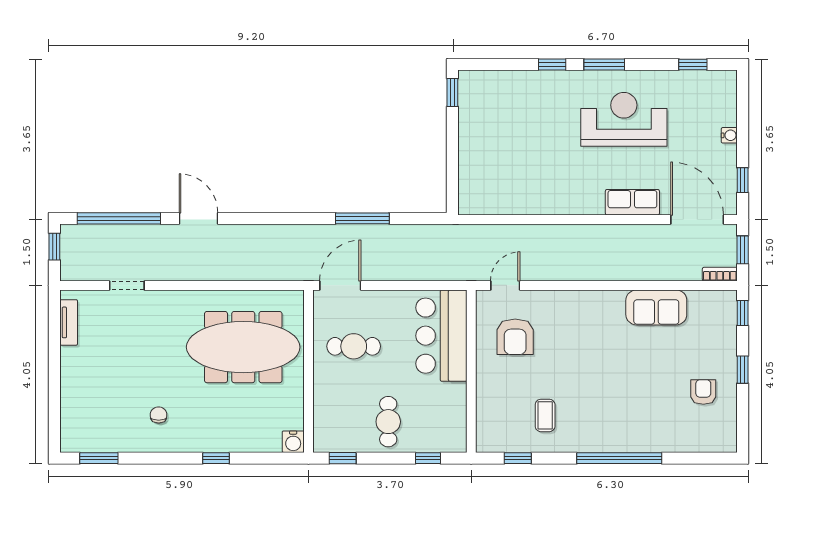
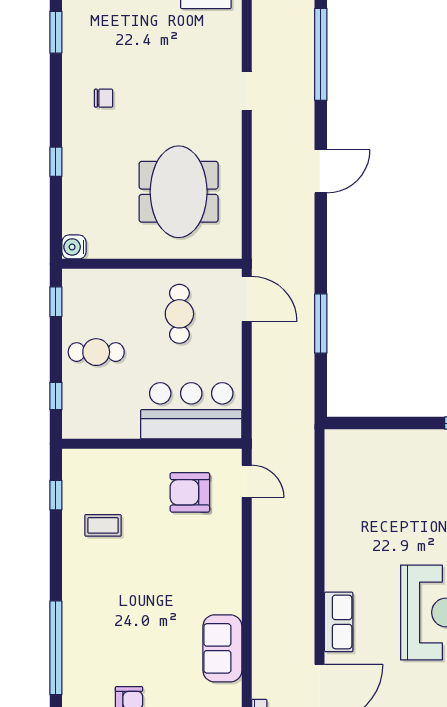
door: (198, 218) -> (321, 171), moved
doorway: (127, 285) -> (247, 91), moved
meeting table: (243, 347) -> (179, 192), width x0.73
window: (619, 458) -> (56, 648), moved

